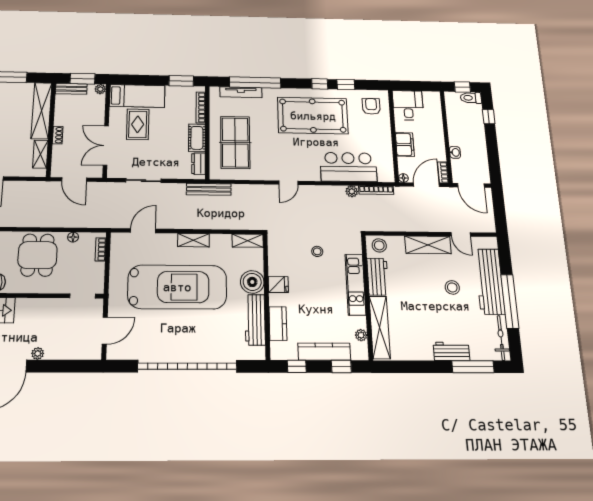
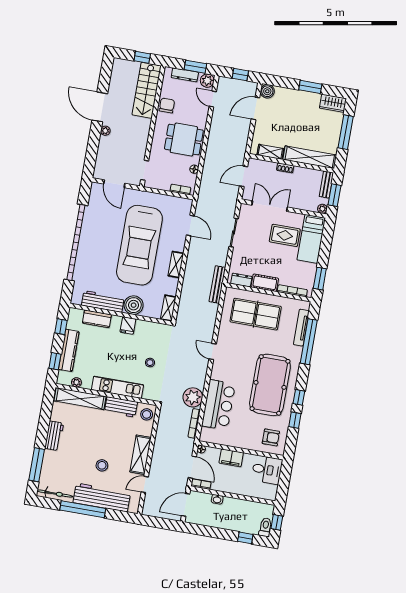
plant: (352, 191) -> (193, 397), width x1.87, depth x1.87
workbench: (451, 351) -> (54, 436), moved

